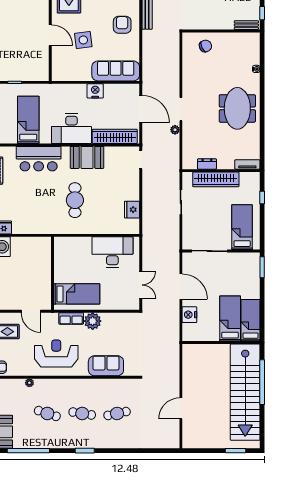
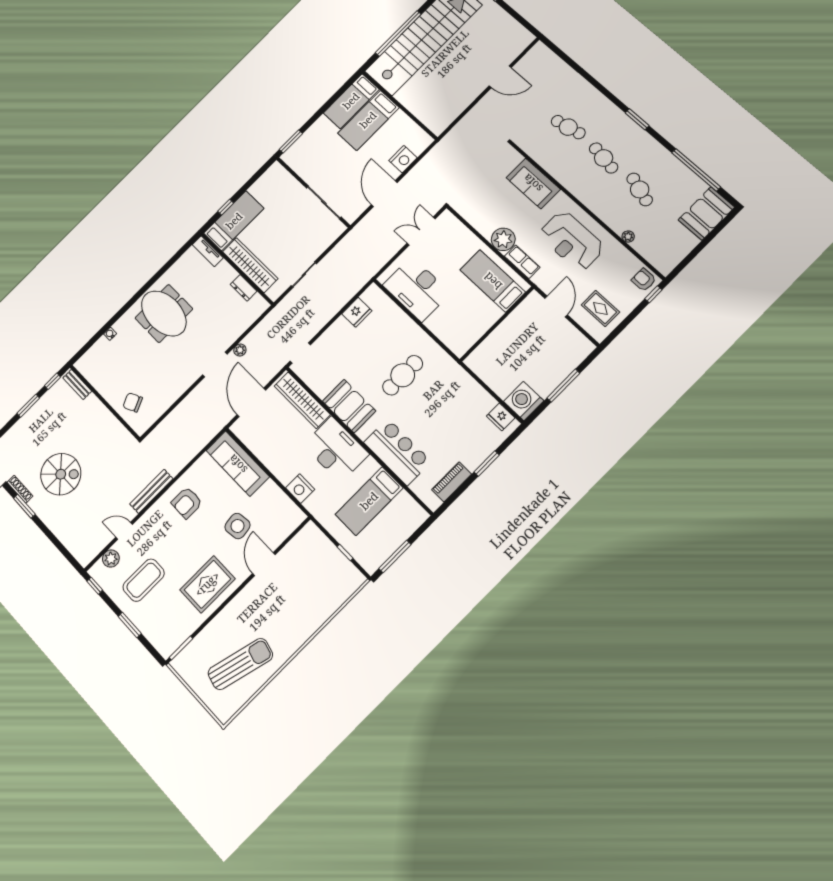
nightstand: (95, 91) -> (300, 489), moved
meeting table: (237, 108) -> (164, 313), turned 90
bed: (242, 227) -> (234, 221), moved, turned 180

